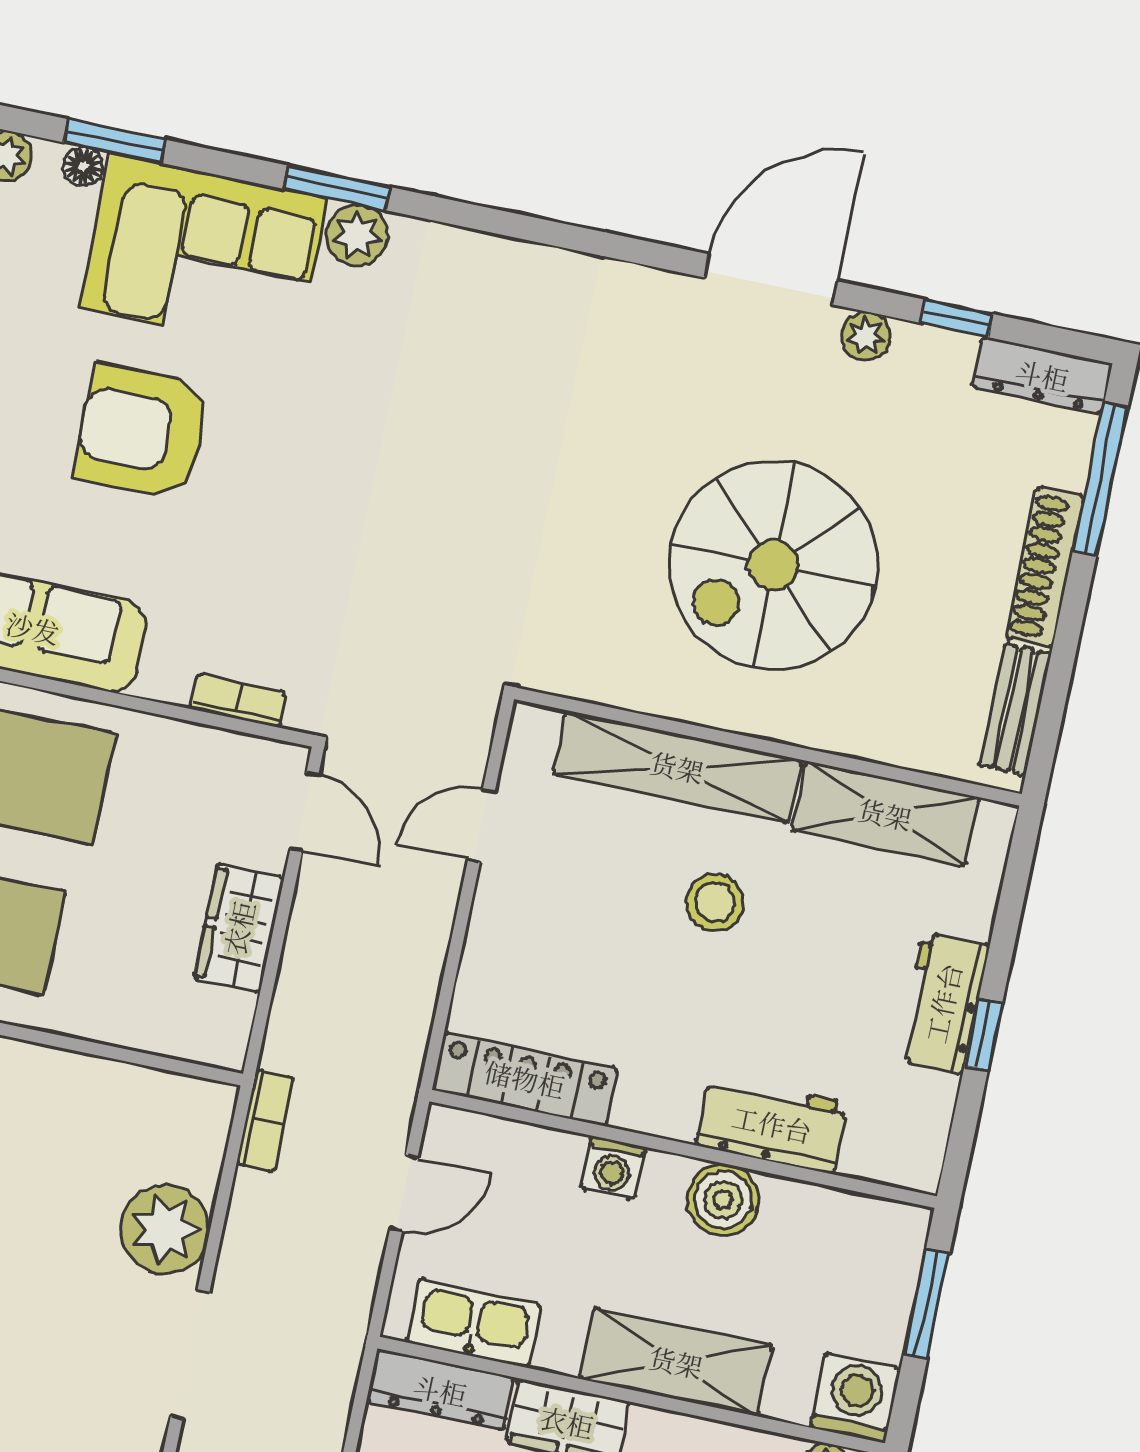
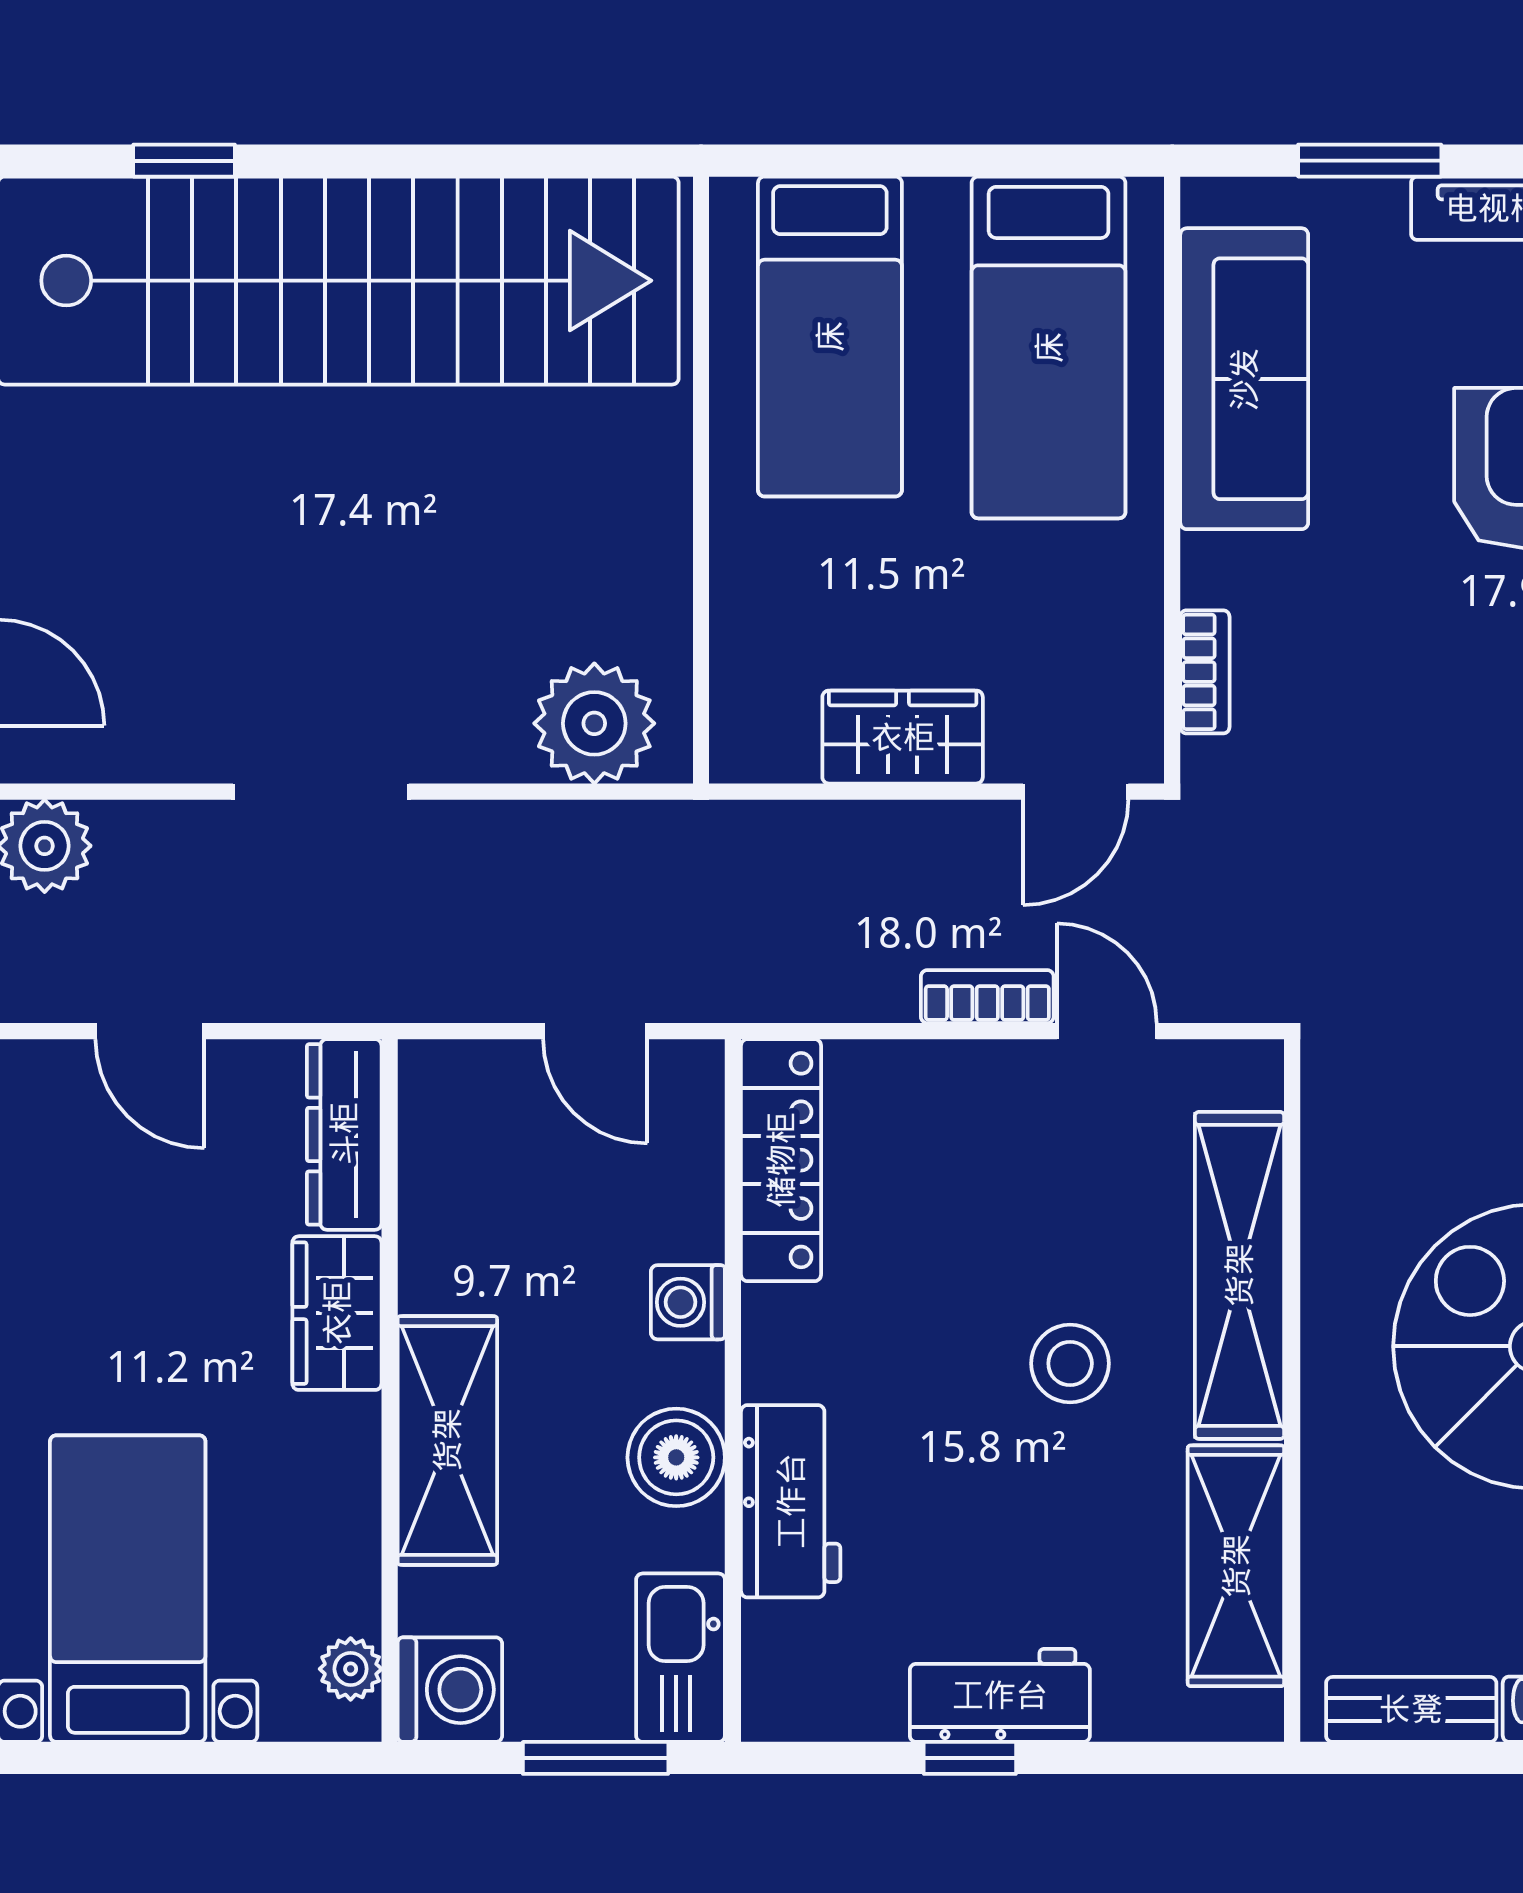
bookcase: (265, 1120) -> (987, 997), moved, turned 180
plant: (165, 1230) -> (594, 723), moved
kitchen sink: (474, 1323) -> (681, 1658), moved, turned 180

